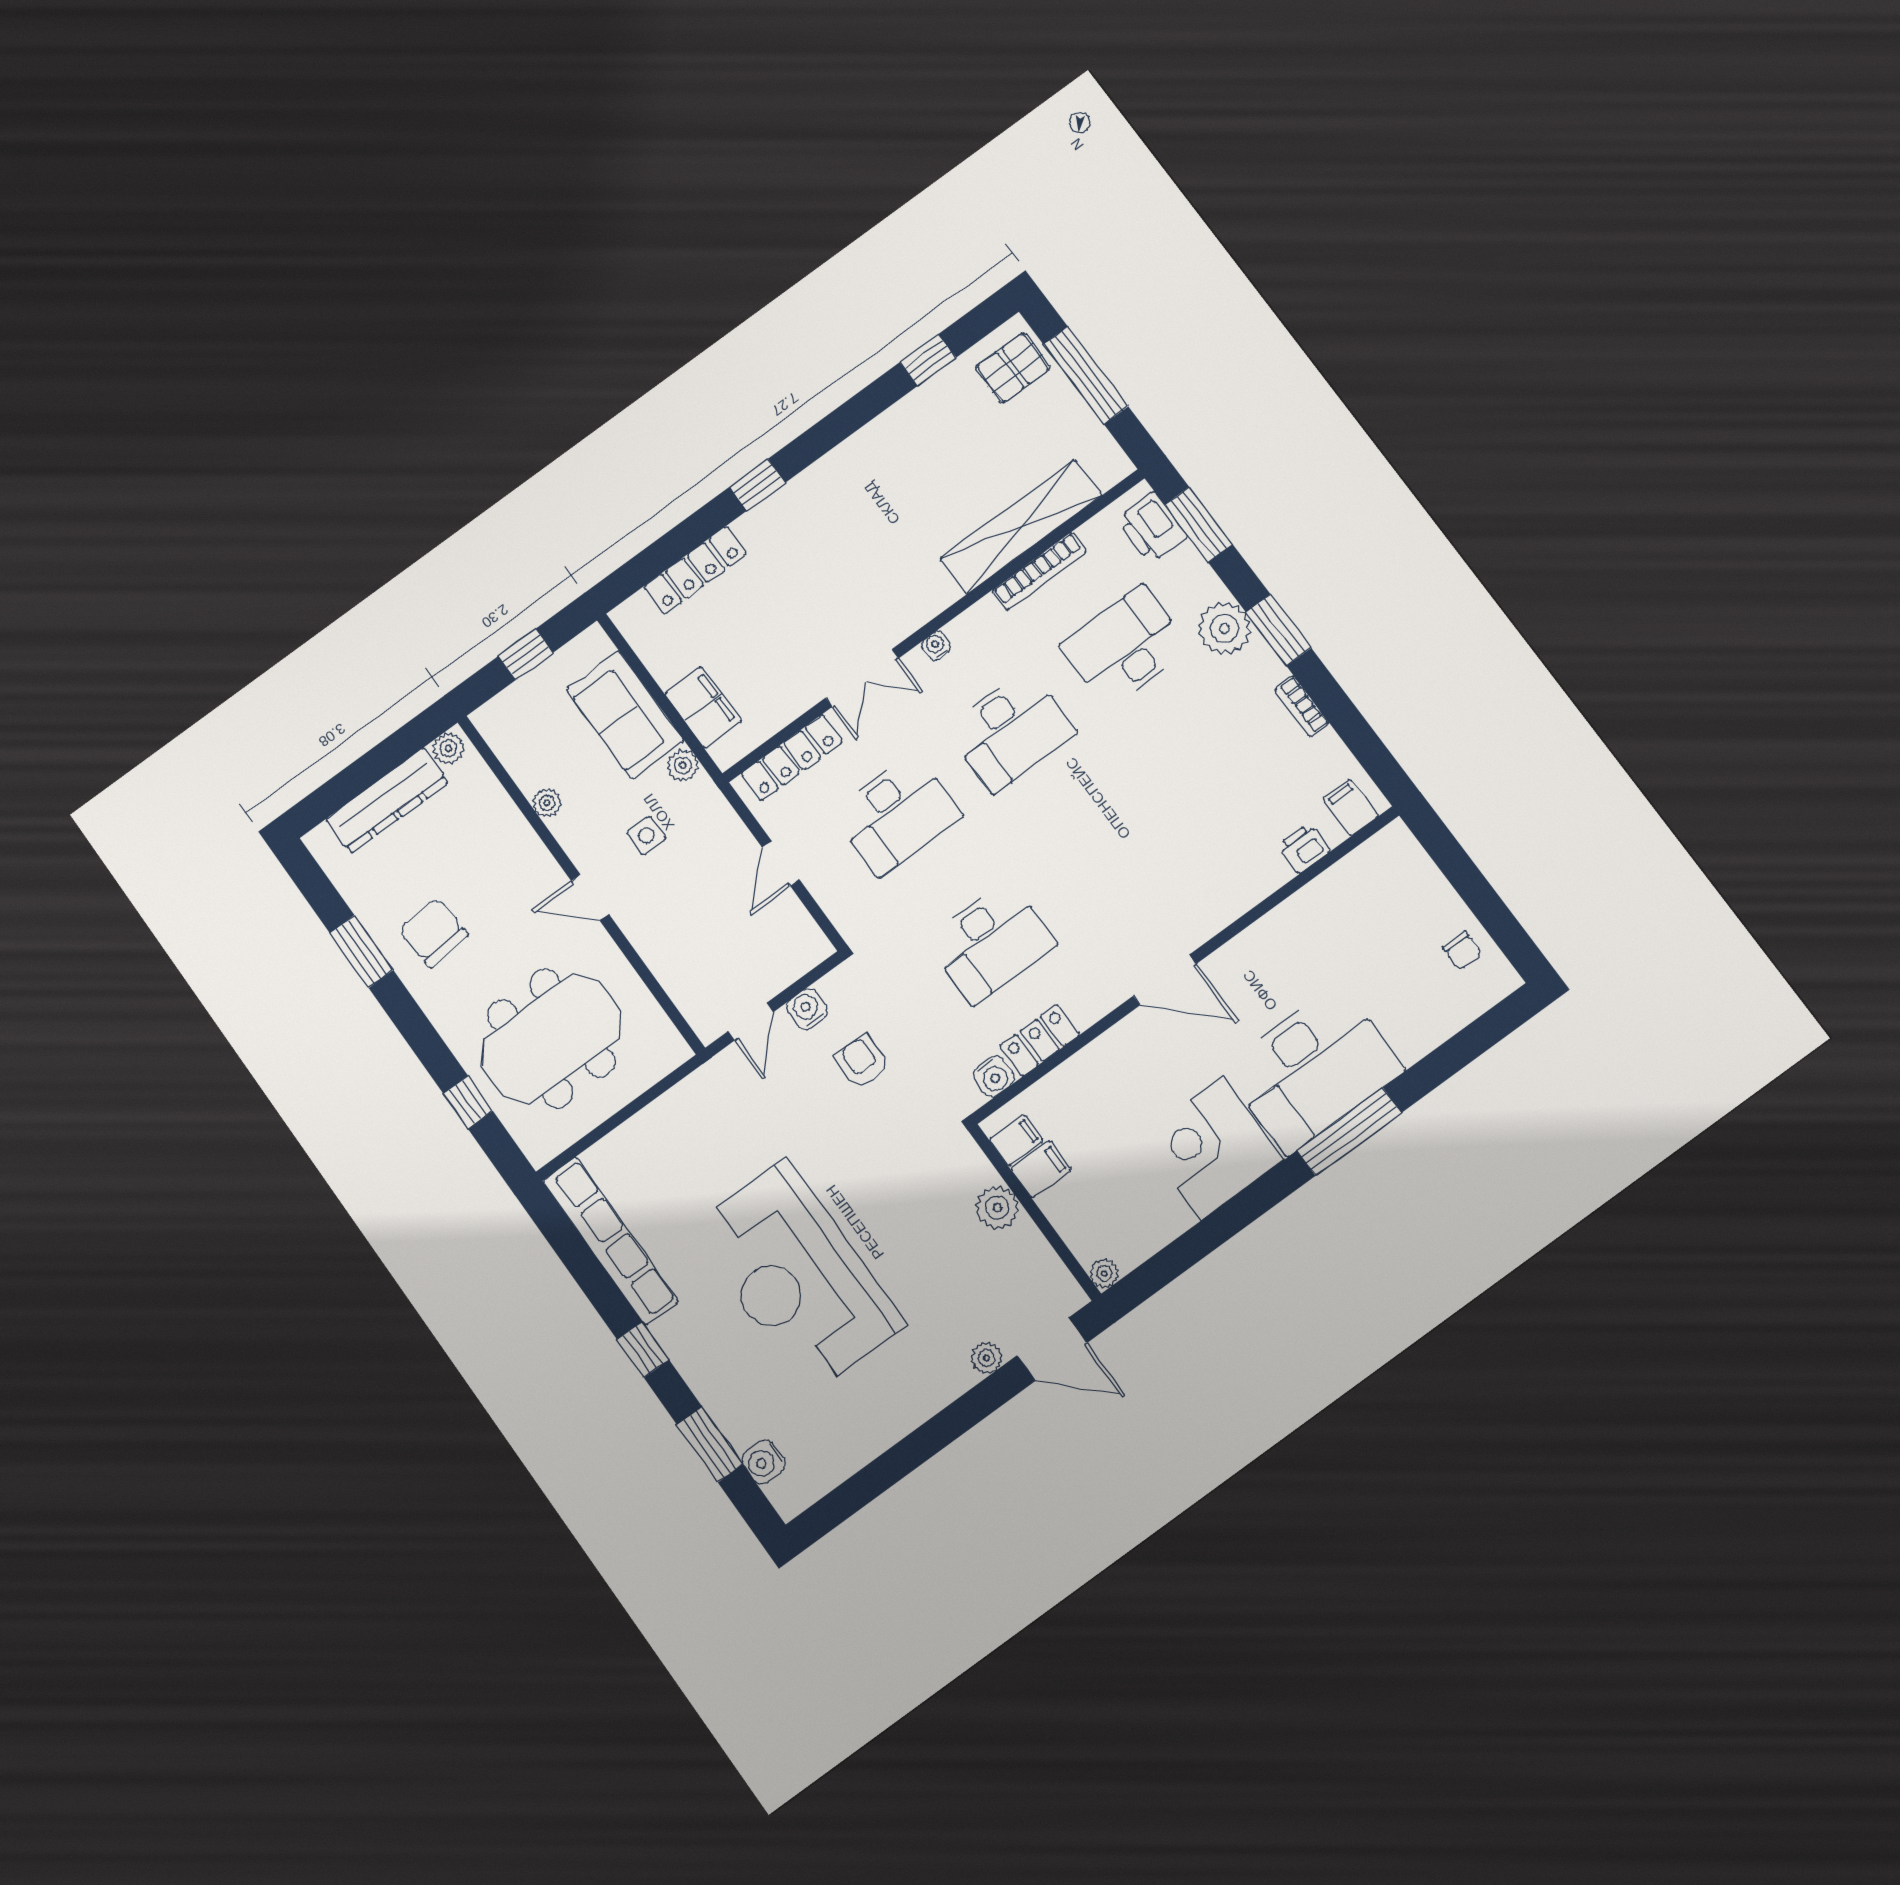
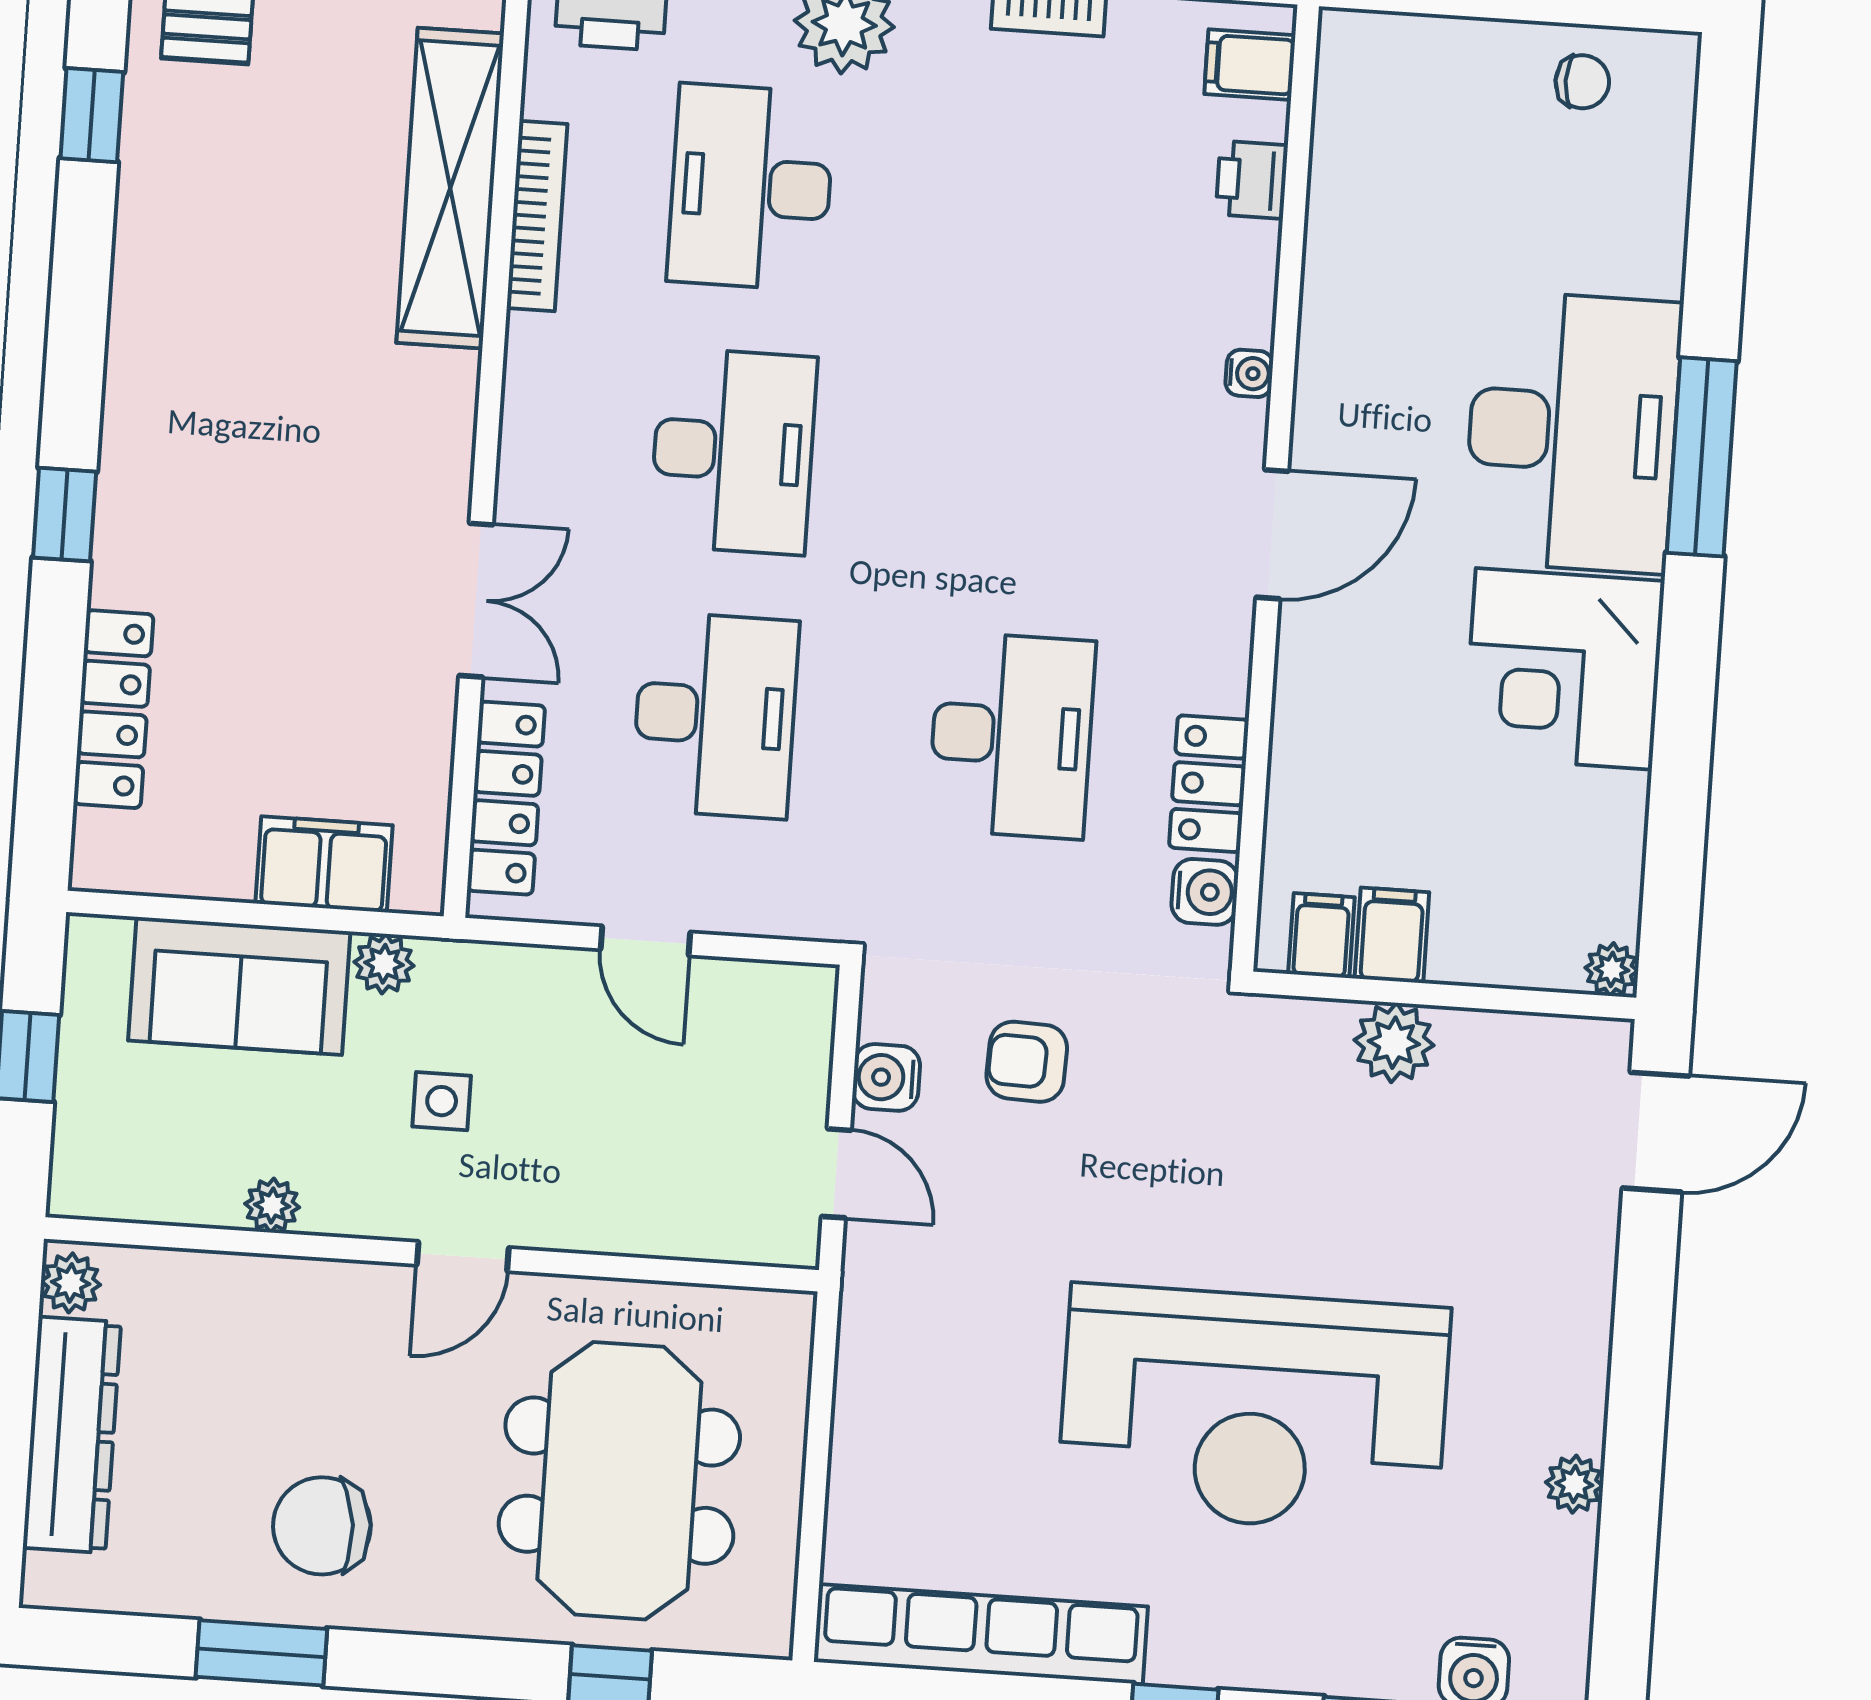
water cooler: (936, 646) -> (1249, 373), moved, turned 180
plant: (987, 1358) -> (1574, 1484), moved

